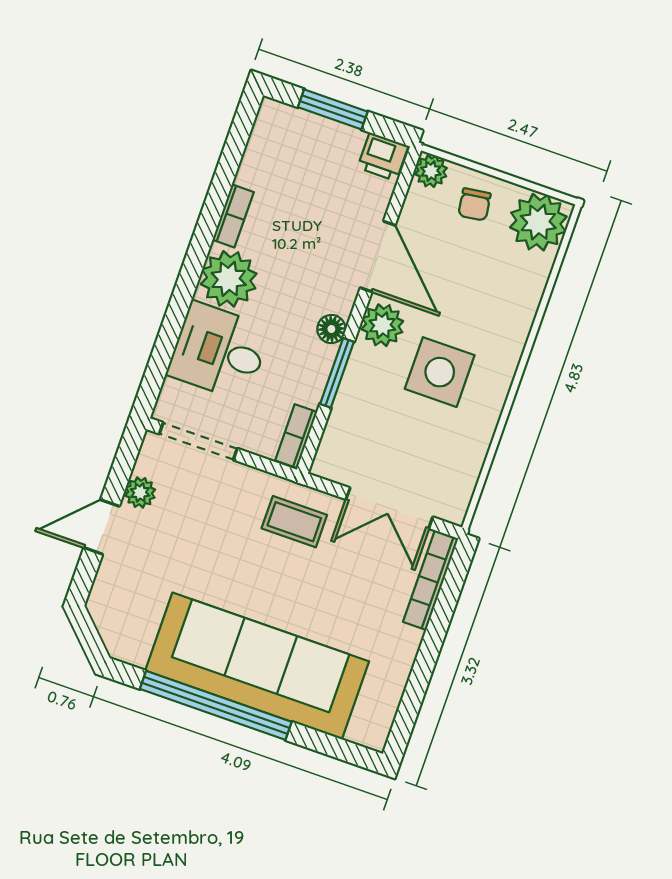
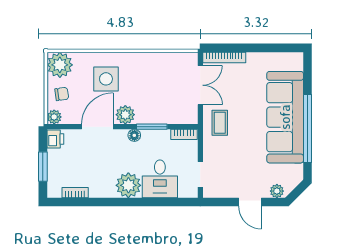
bookcase: (233, 216) -> (75, 193), moved
side table: (440, 372) -> (106, 79), moved
doorway: (198, 441) -> (200, 174), width x0.73
plant: (140, 492) -> (277, 191), moved

